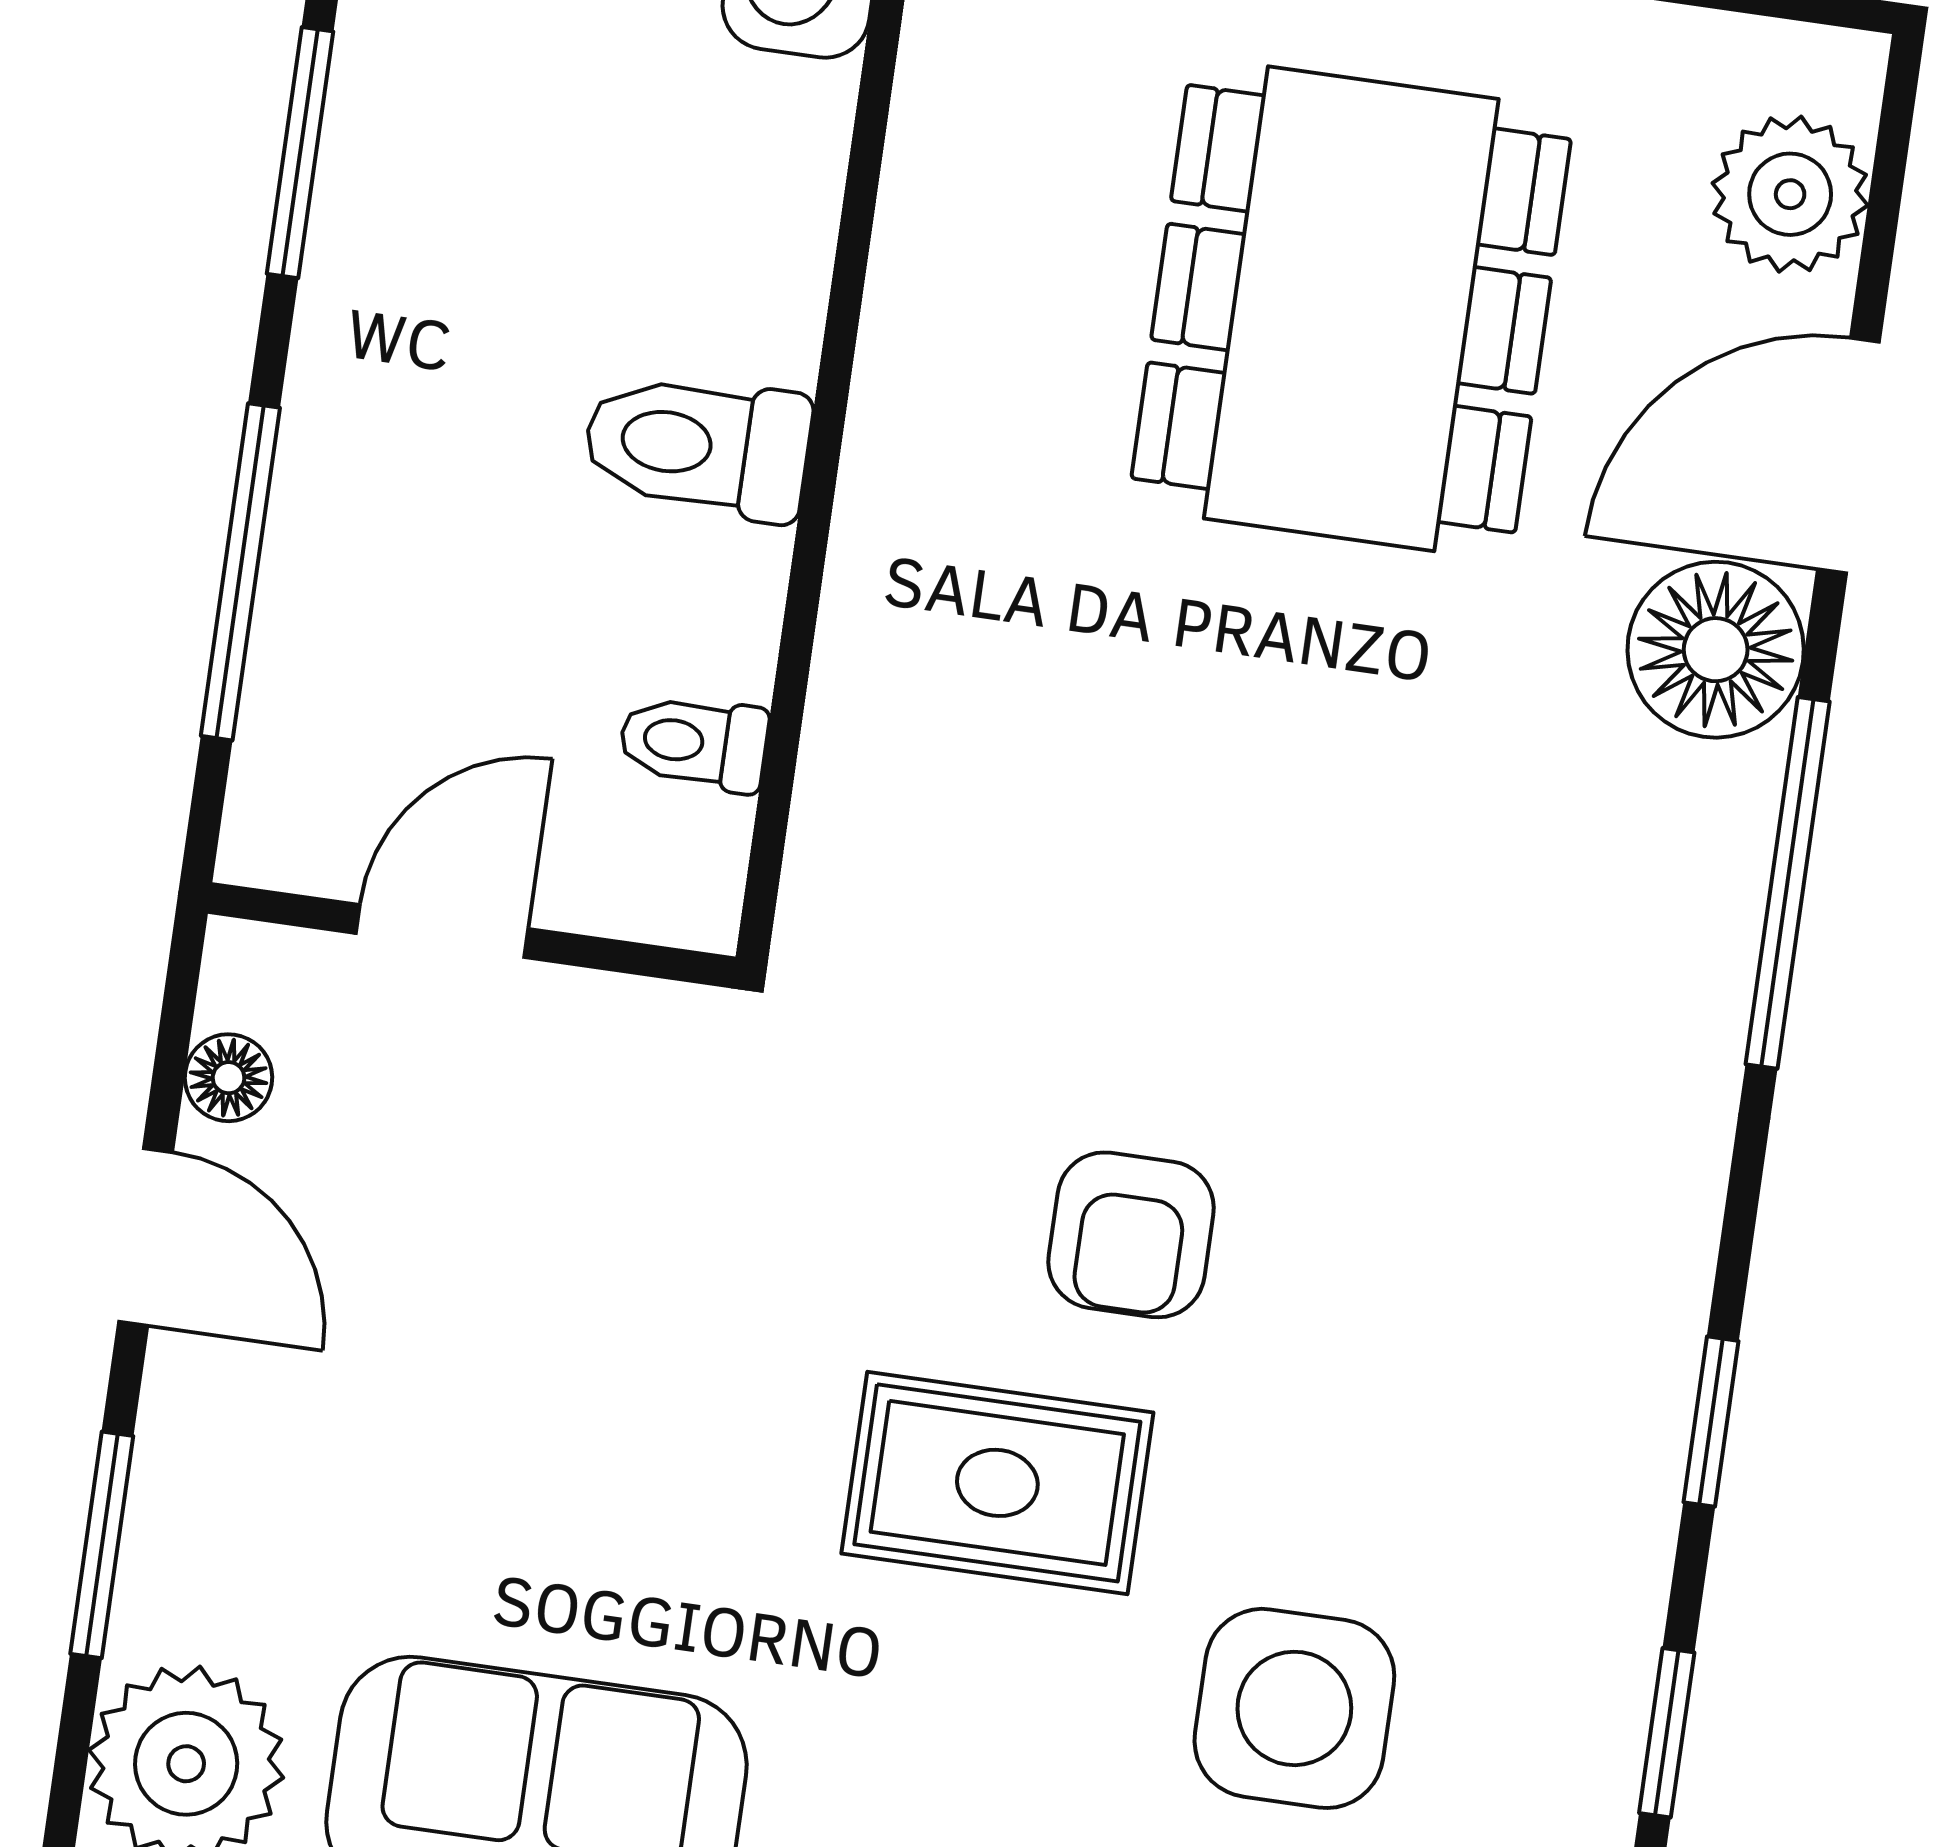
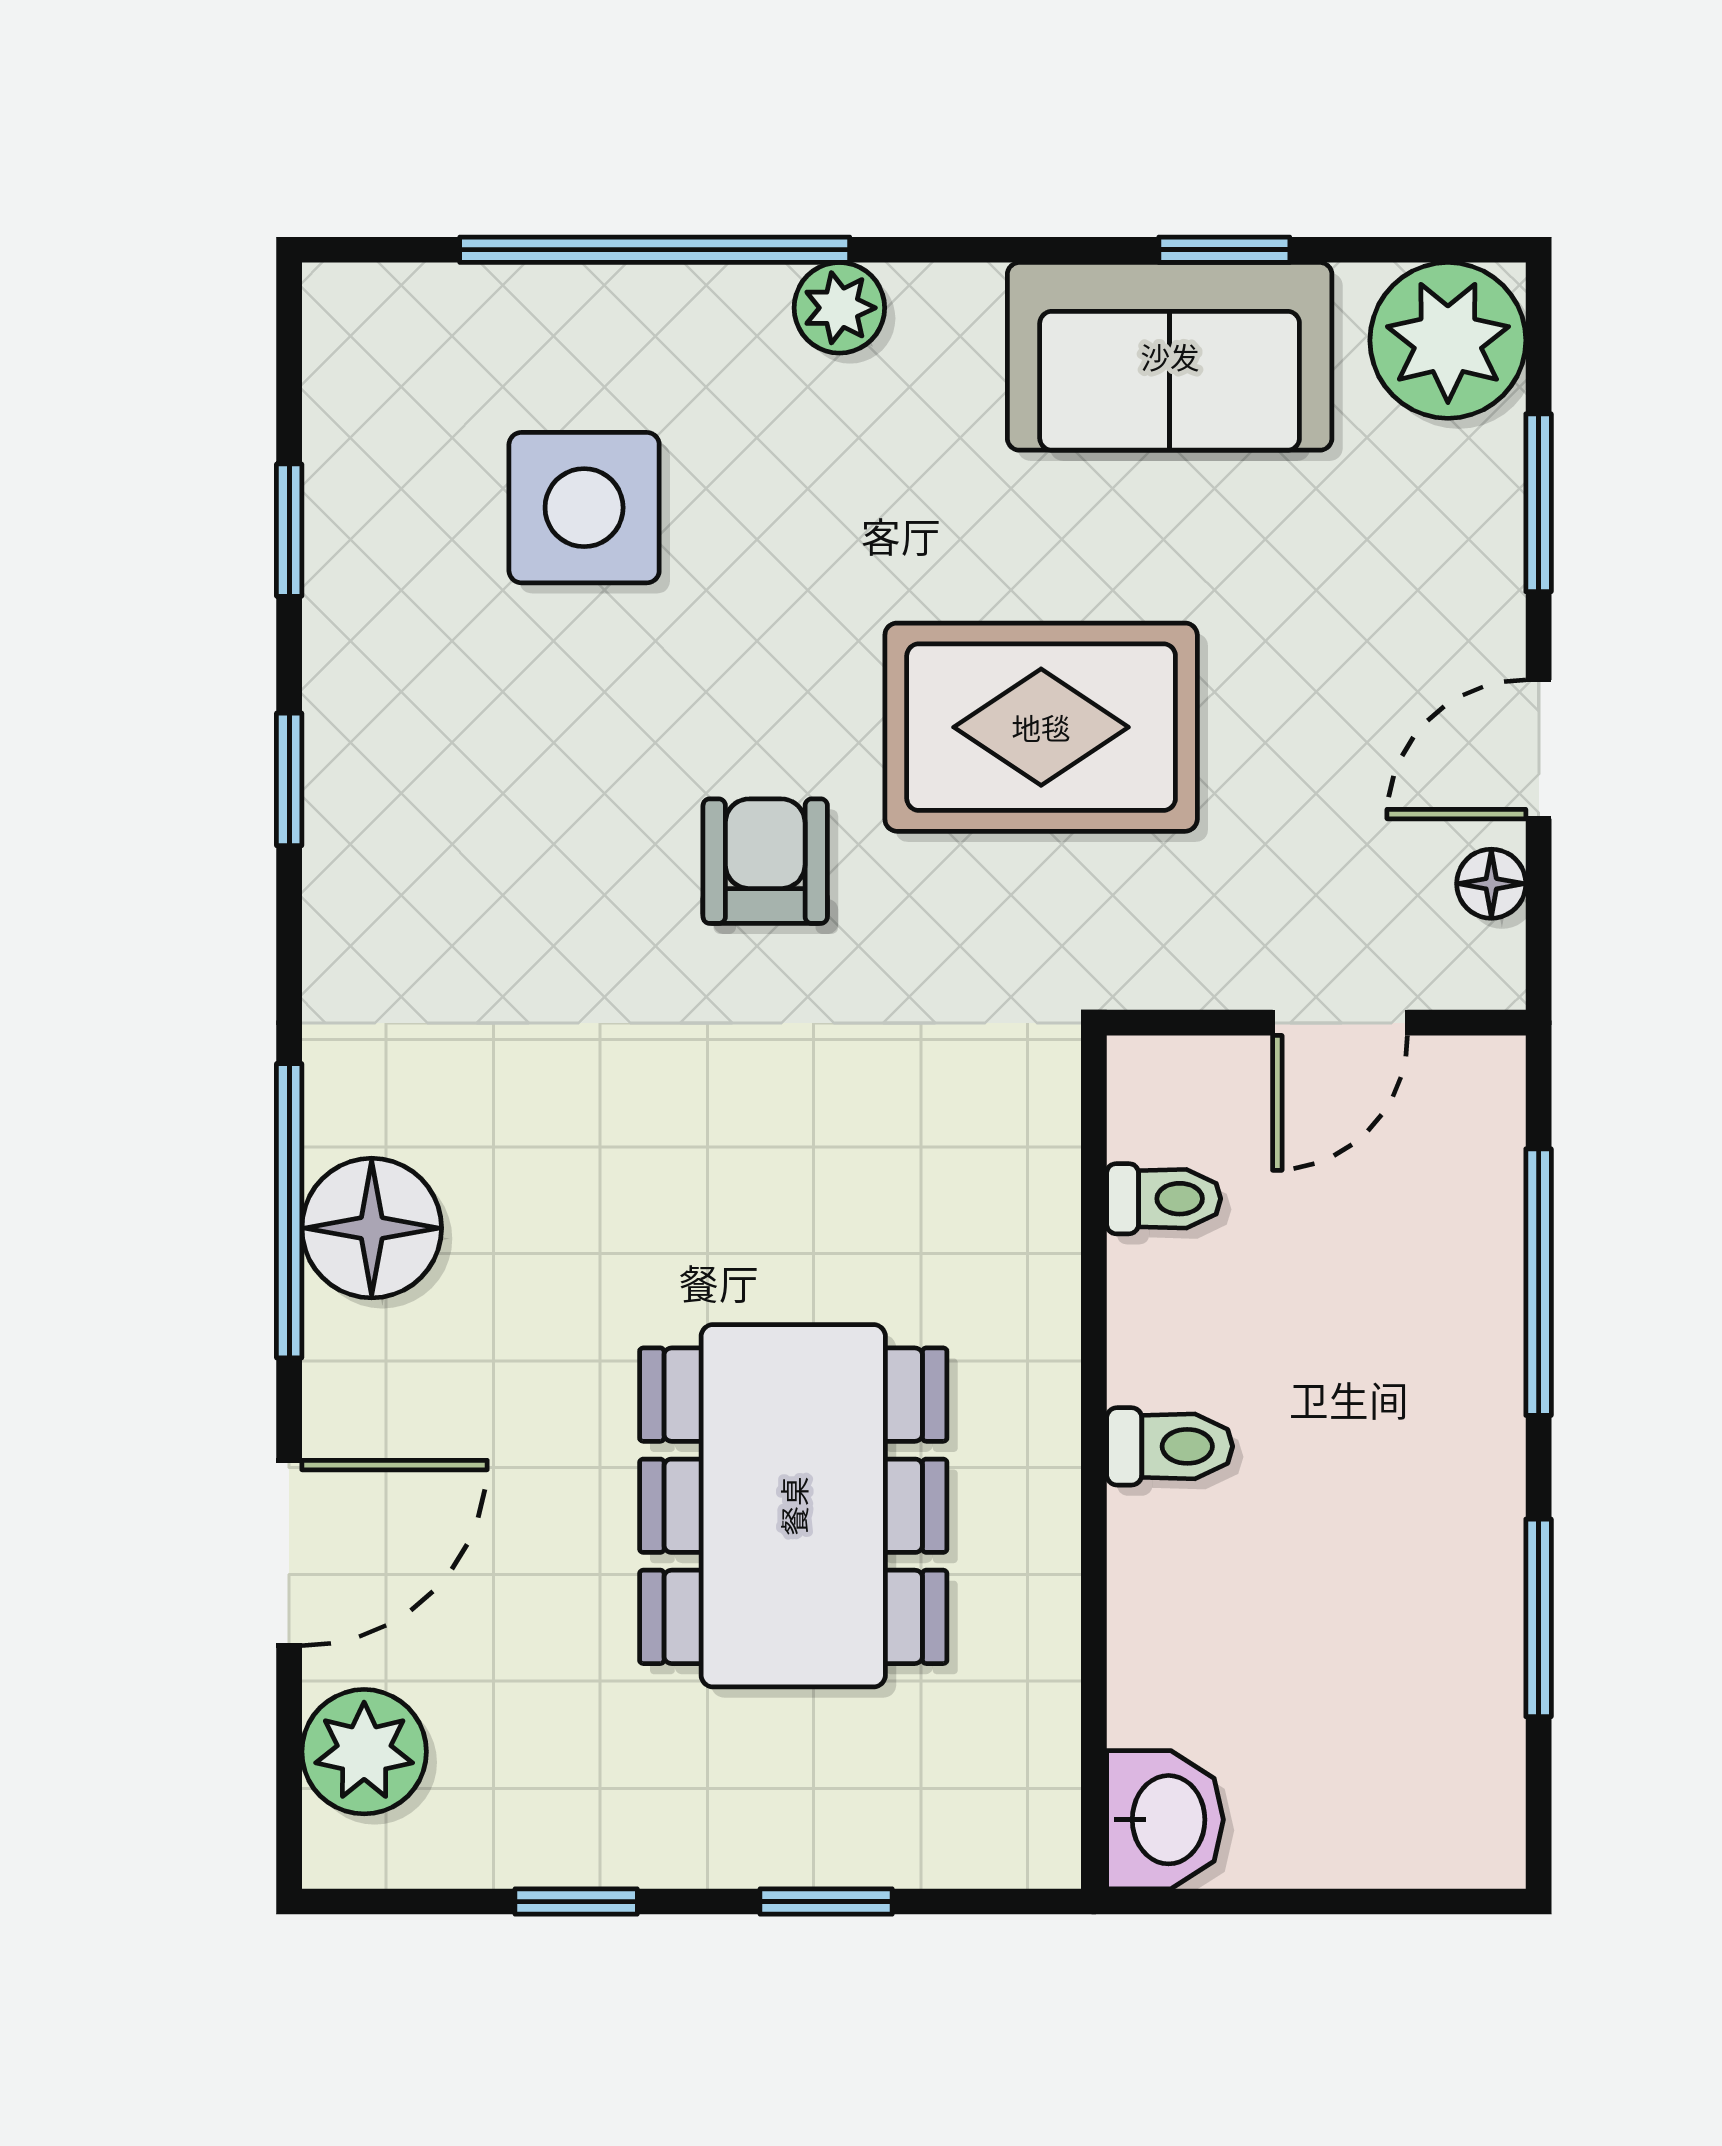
dining table: (1351, 309) -> (793, 1506), moved
toilet: (697, 446) -> (1170, 1446), width x0.73, depth x0.72
floor lamp: (1716, 650) -> (372, 1228), moved
door: (146, 1237) -> (1539, 749), hinge flipped
rug: (997, 1483) -> (1041, 727), moved, width x1.36, depth x1.43

